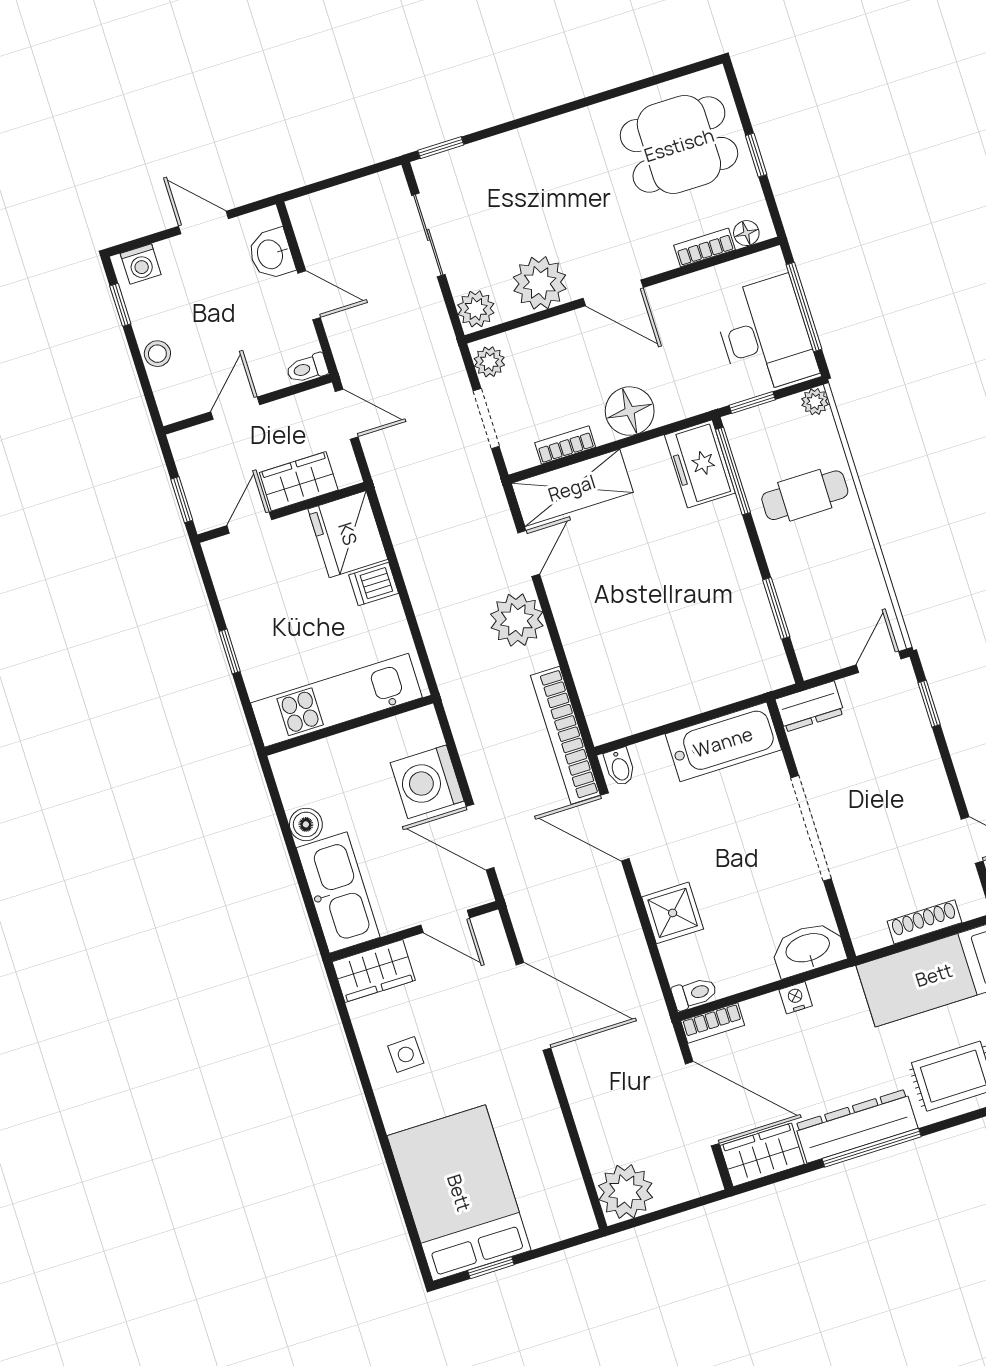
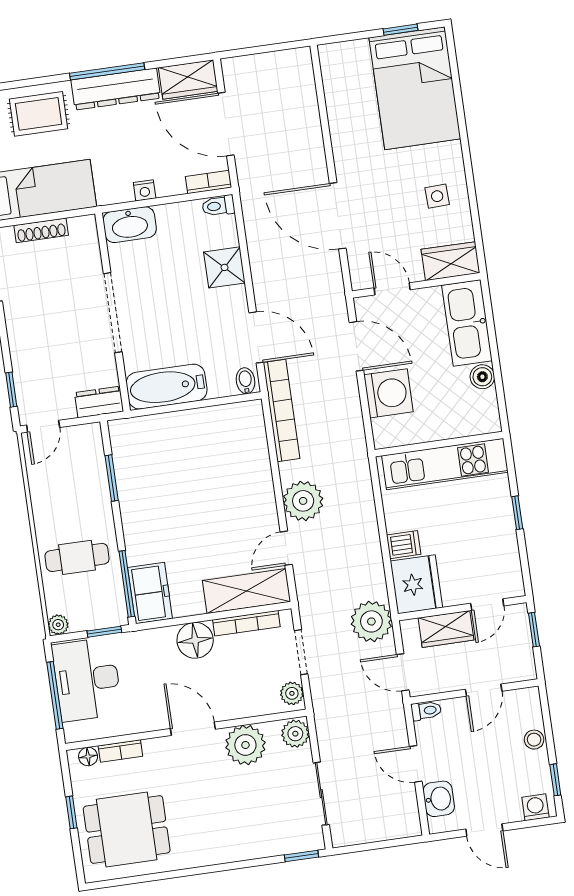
bookcase: (565, 445) -> (246, 623), width x1.56
plant: (625, 1192) -> (371, 621), moved

